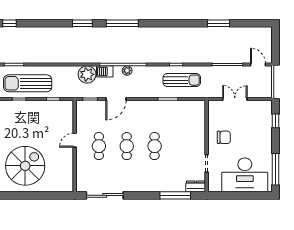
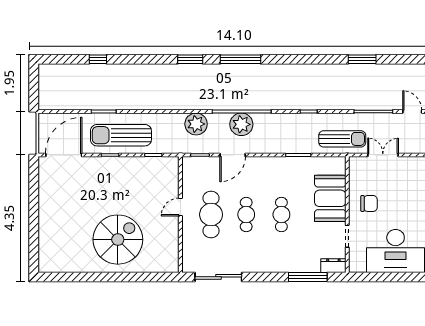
barbecue: (105, 71) -> (219, 120), removed
plant: (127, 71) -> (241, 124), width x1.88, depth x1.88
sun lounger: (182, 80) -> (342, 139), moved
booth: (193, 133) -> (330, 198), added
cafe table: (99, 146) -> (211, 215), width x1.37, depth x1.35

